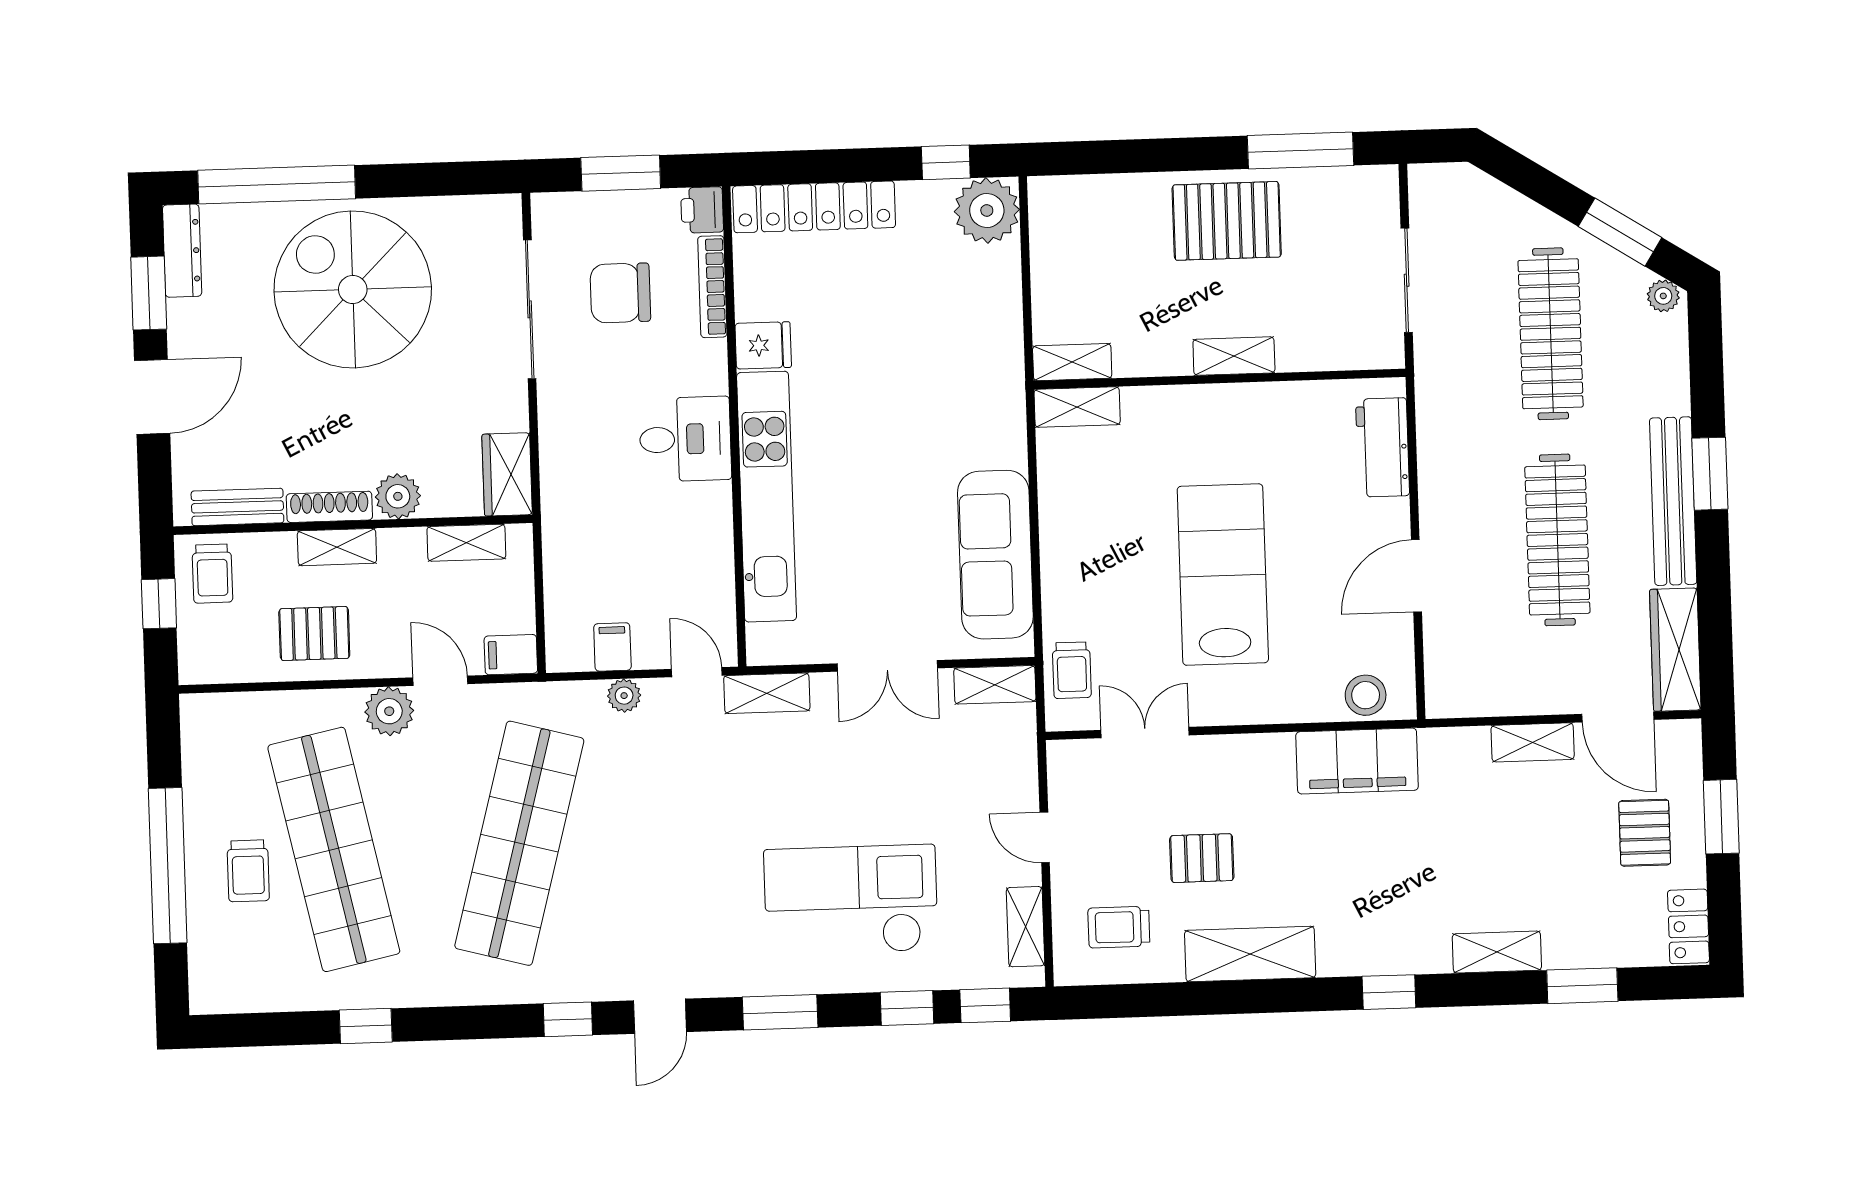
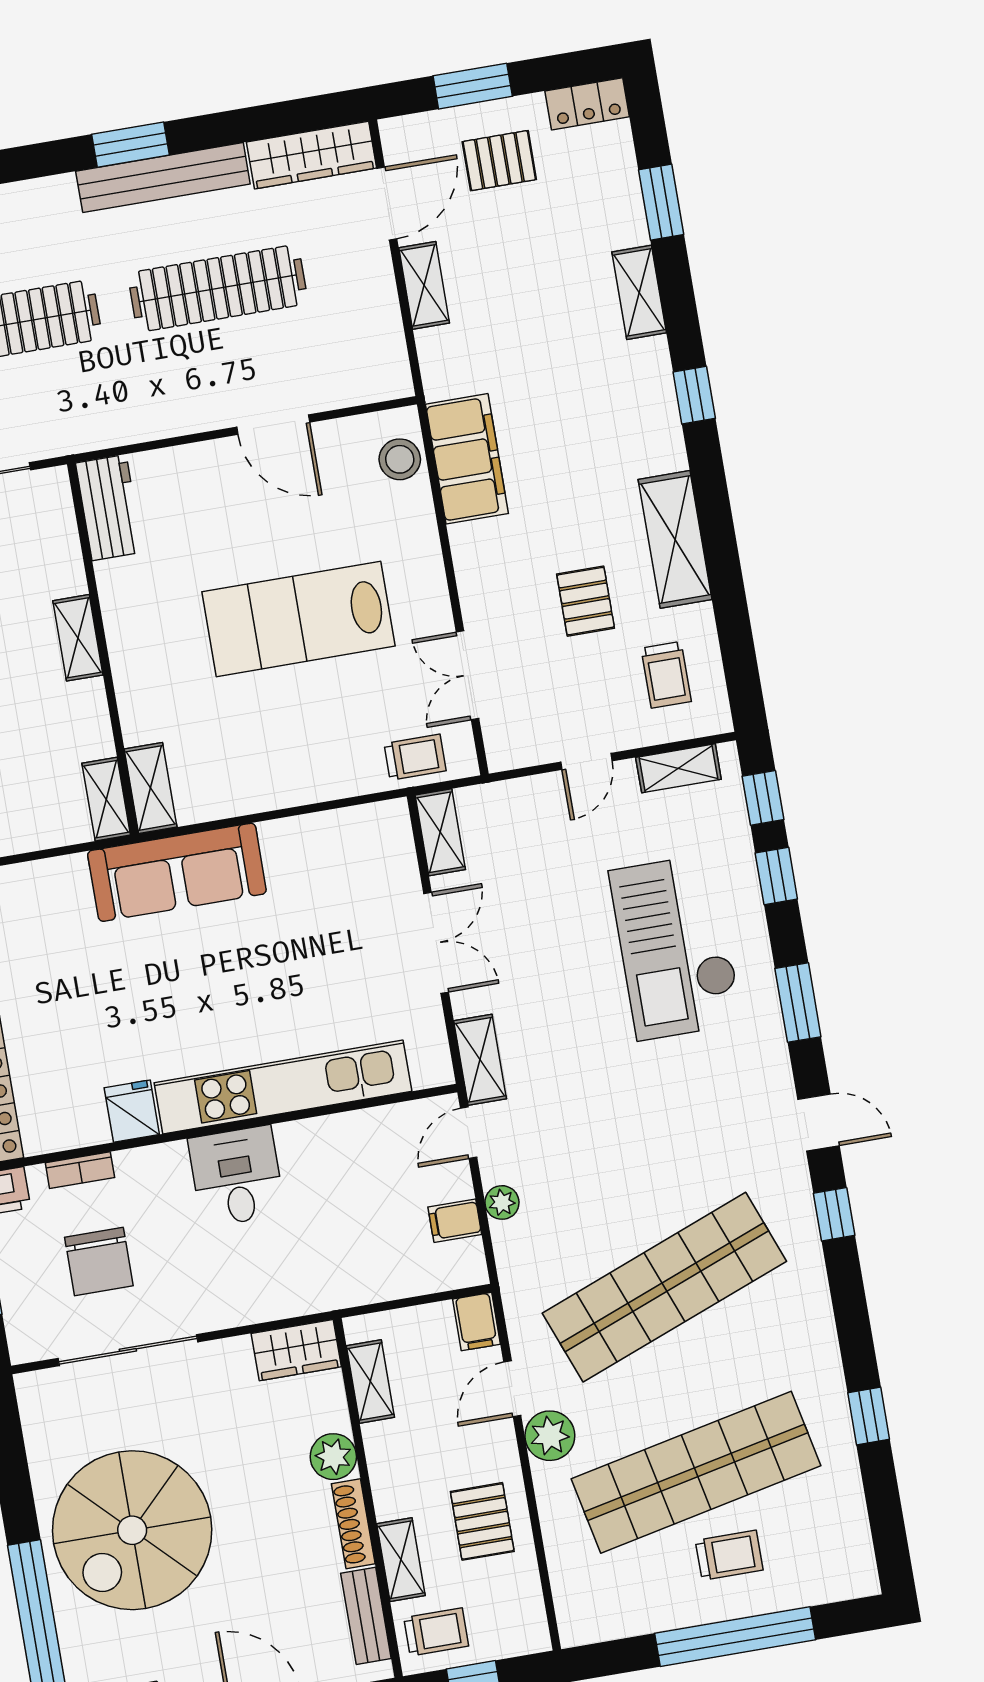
bookcase: (712, 287) -> (80, 1170), width x0.64
workbench: (1383, 447) -> (109, 507), moved, turned -90
shelving: (337, 547) -> (401, 1560), moved
sofa: (995, 555) -> (177, 872), moved
shop shelf: (519, 843) -> (664, 1287), turned -36

